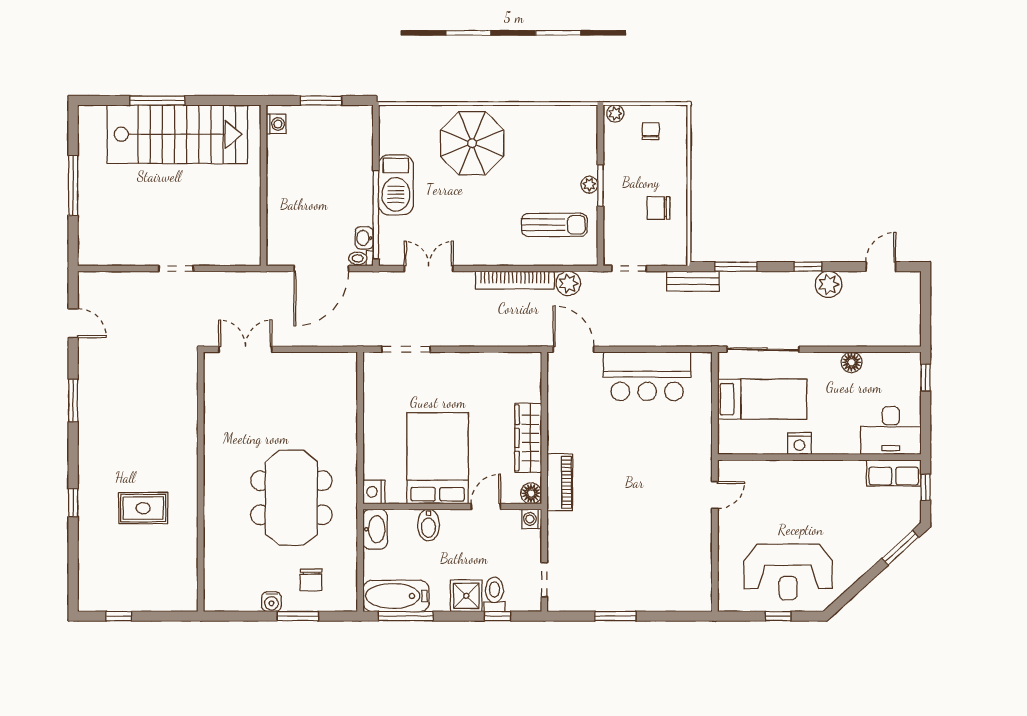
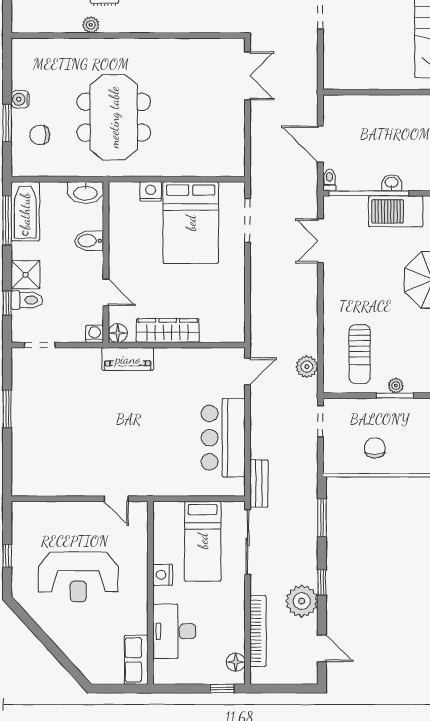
washbasin: (364, 238) -> (392, 183), moved
door: (321, 268) -> (320, 144), width x0.73
double door: (429, 268) -> (320, 241), swing flipped
bookcase: (515, 280) -> (258, 631), moved, turned 180
bench: (693, 281) -> (259, 483), moved
plant: (828, 284) -> (302, 601), width x1.36, depth x1.36
door: (573, 349) -> (247, 371), width x0.73
floor lamp: (852, 362) -> (236, 662), moved
desk: (891, 431) -> (174, 631), moved
bed: (438, 458) -> (191, 223), moved, turned 90
window: (926, 487) -> (123, 688), removed
nightstand: (374, 492) -> (151, 191), moved
meeting table: (291, 498) -> (114, 117), turned 90
plant: (189, 523) -> (91, 25), added
window: (900, 548) -> (69, 666), removed
reception desk: (788, 572) -> (78, 577), moved, turned -90

